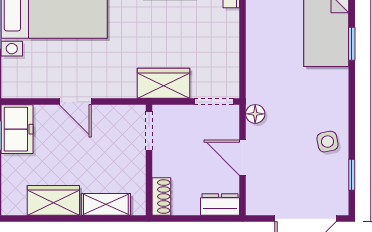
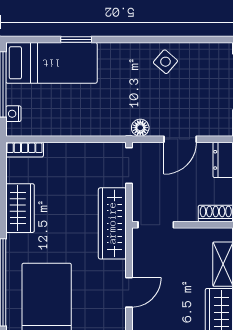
wardrobe: (164, 83) -> (112, 223), width x1.50
side table: (327, 142) -> (165, 62), turned -38
window: (352, 175) -> (196, 39), removed

